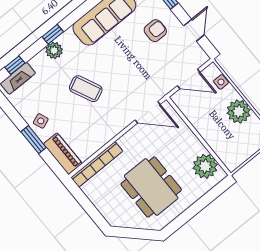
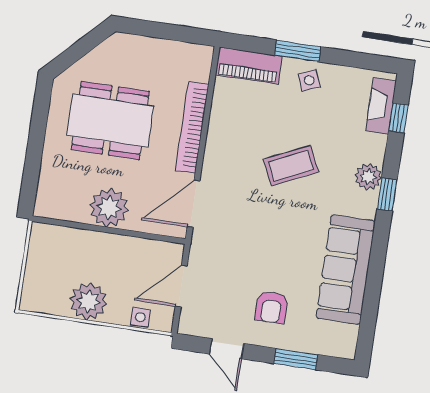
bookcase: (97, 164) -> (192, 127), moved
plant: (205, 166) -> (109, 208), moved

